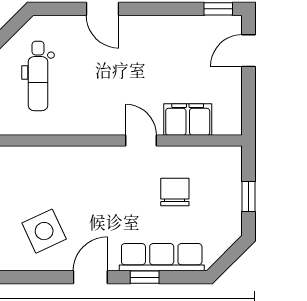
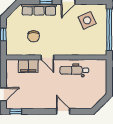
dental chair: (38, 76) -> (74, 70), moved, turned -90

